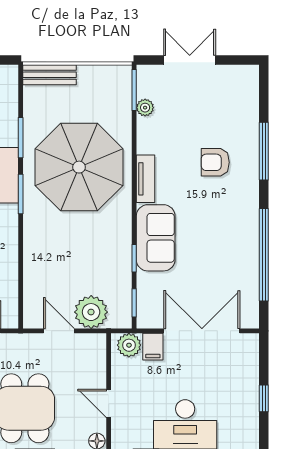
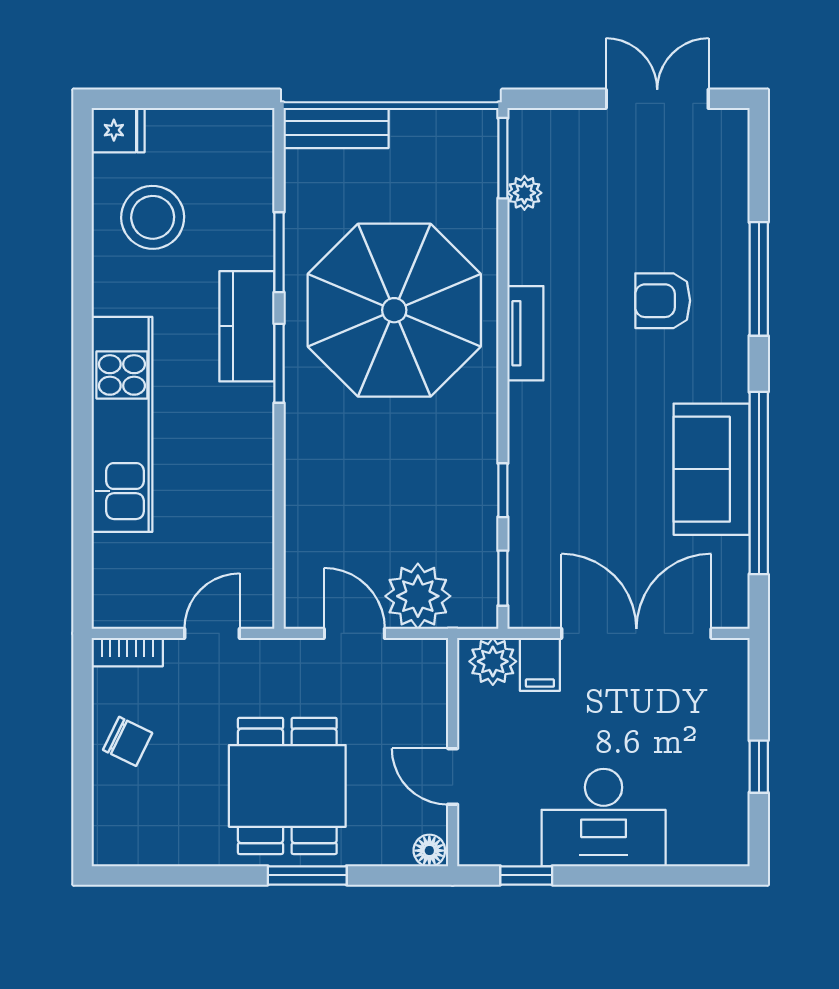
double door: (190, 60) -> (657, 99), moved
sofa: (156, 238) -> (712, 469), moved, turned 180

